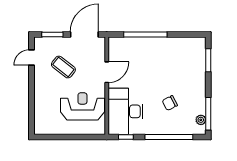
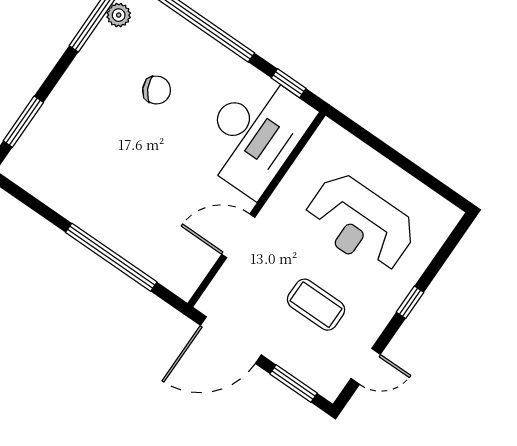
coffee table: (63, 67) -> (316, 305), turned -38
window: (32, 90) -> (410, 302), added
reception desk: (82, 106) -> (360, 223), moved

